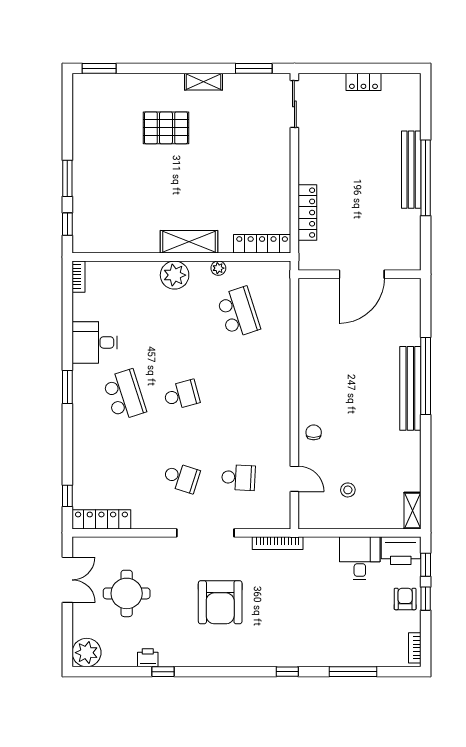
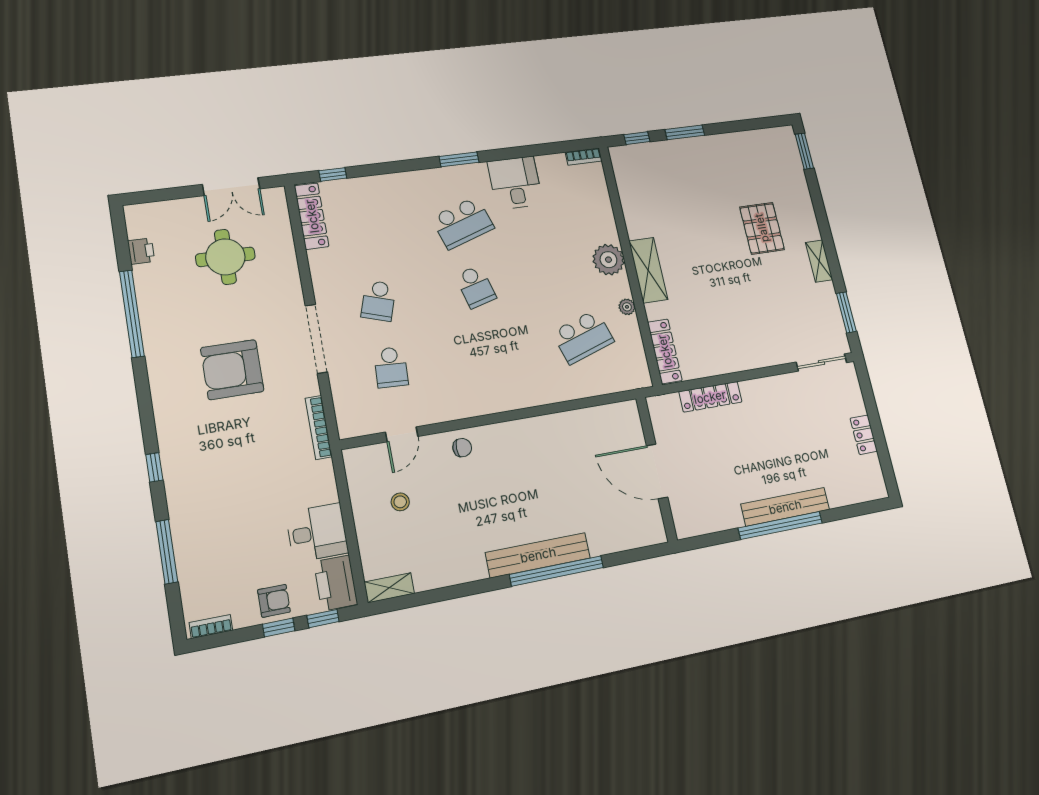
plant: (87, 653) -> (143, 220), removed
printer: (148, 658) -> (141, 251), moved
window: (163, 672) -> (132, 314), width x3.17

